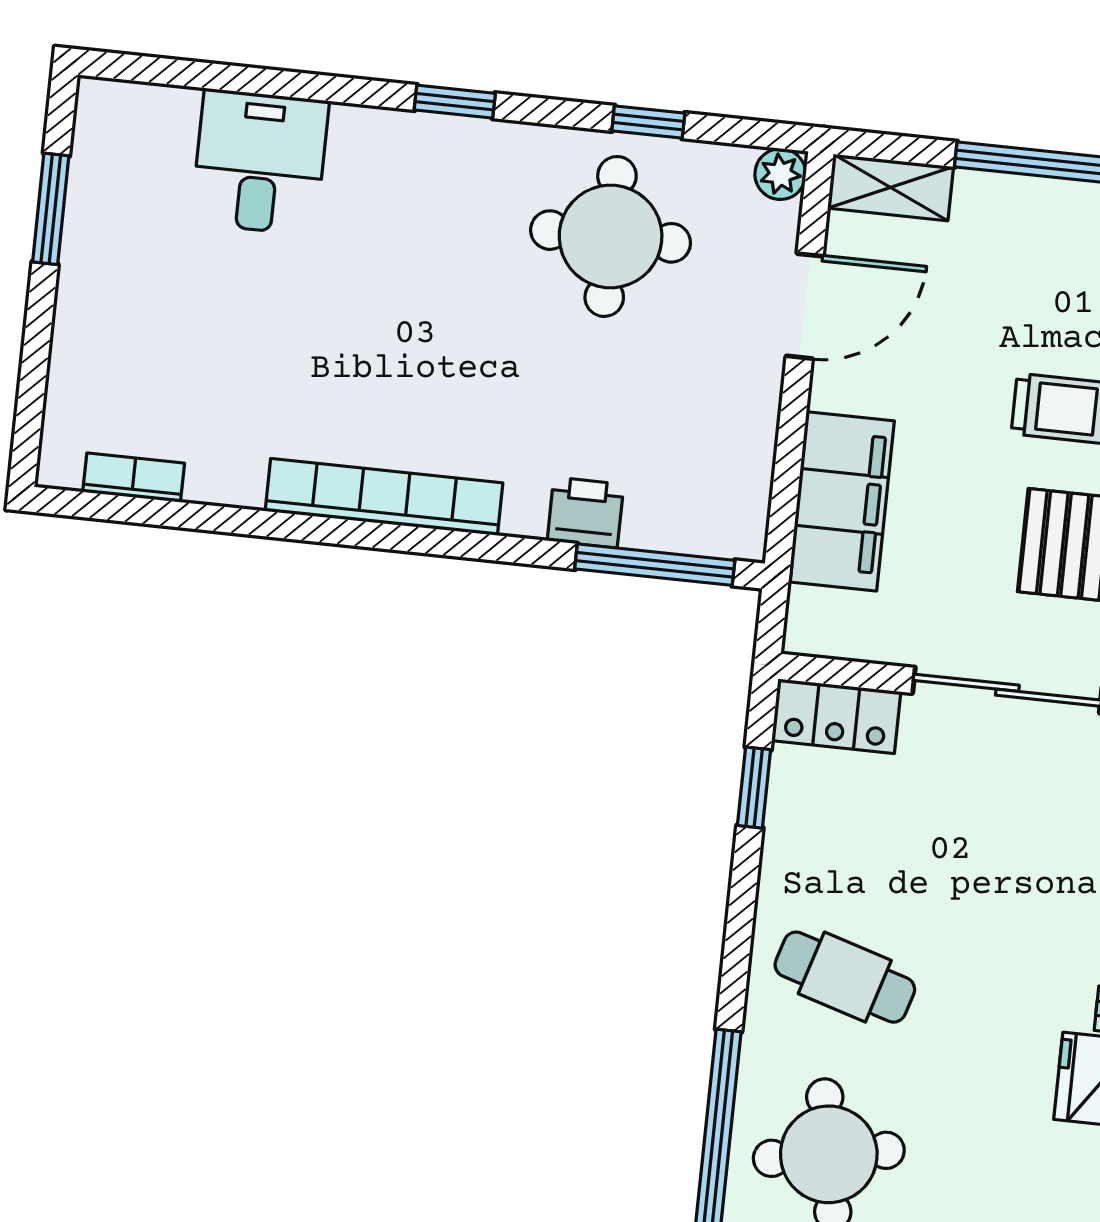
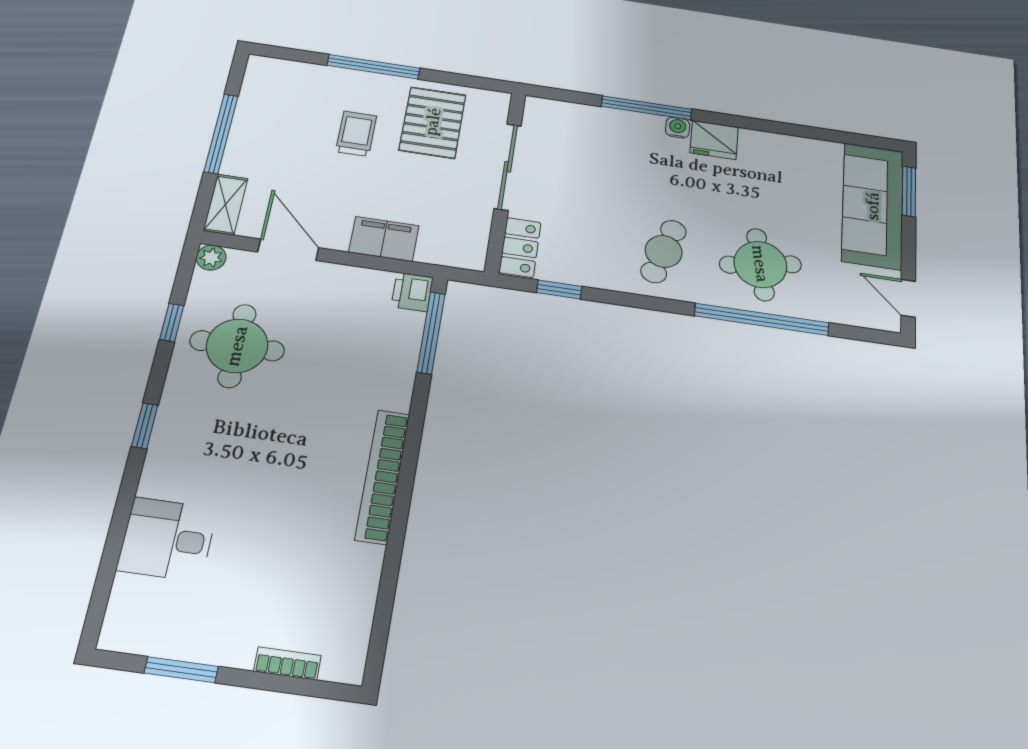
bookcase: (134, 478) -> (287, 663), moved, turned 90
filing cabinet: (841, 501) -> (384, 239), width x0.67, depth x0.86
printer: (585, 513) -> (412, 292), moved

